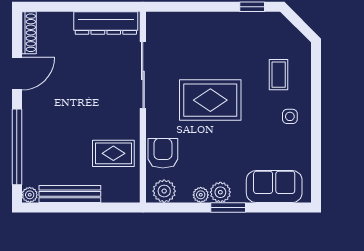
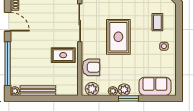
door: (17, 74) -> (8, 22), hinge flipped
rug: (210, 100) -> (118, 37), turned 90
rug: (113, 153) -> (63, 55), moved
armchair: (163, 153) -> (91, 67), turned 90

